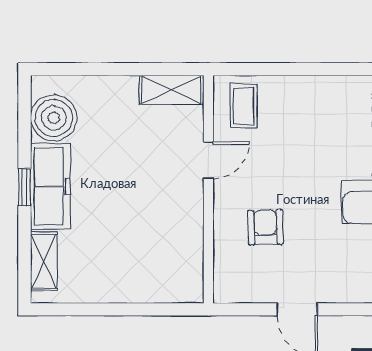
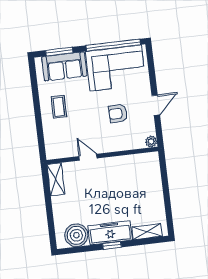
coffee table: (244, 106) -> (59, 107), moved, turned 90
armchair: (265, 227) -> (118, 113), moved
plant: (225, 291) -> (151, 142), added

